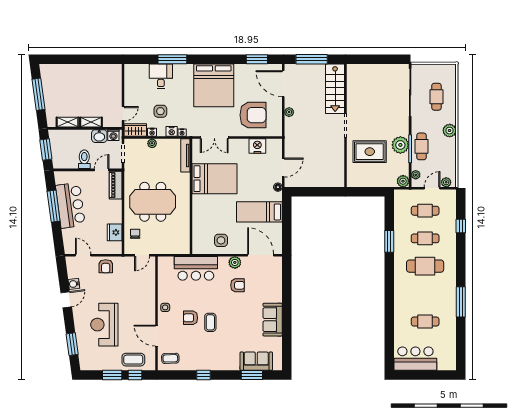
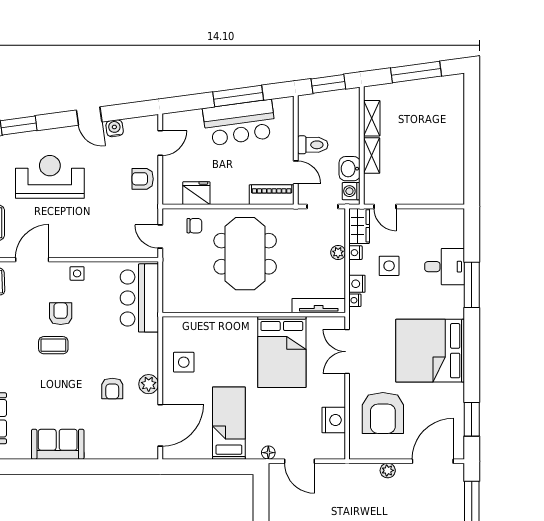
bar counter: (196, 268) -> (139, 298), moved

